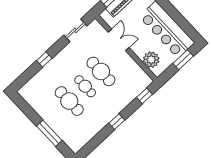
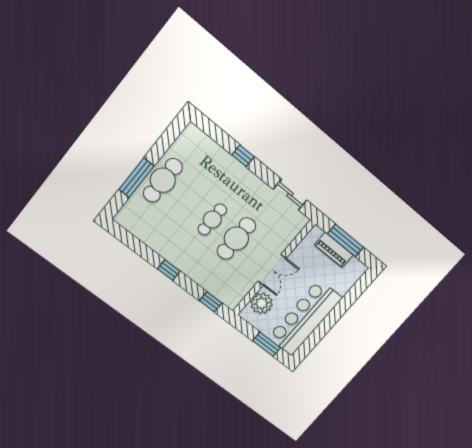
double door: (119, 40) -> (272, 270), moved
cafe table: (69, 101) -> (163, 180), moved

